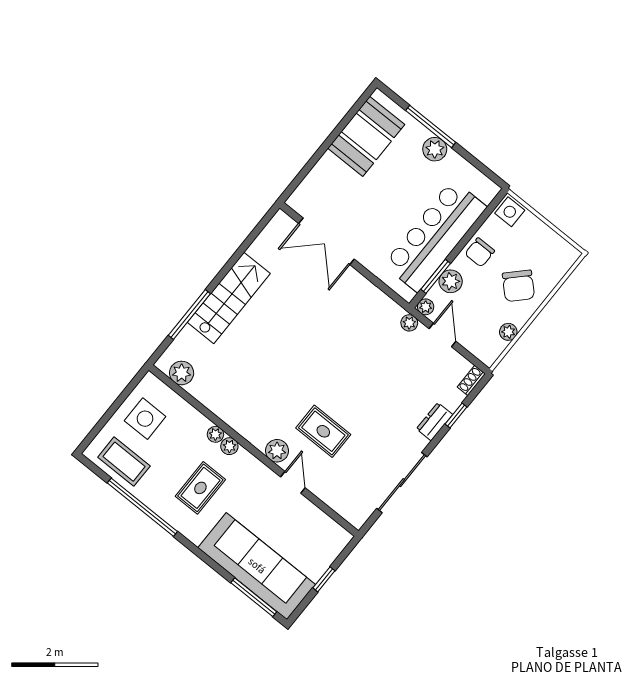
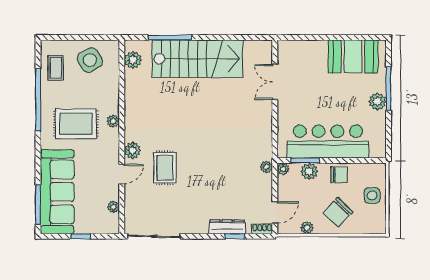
side table: (510, 212) -> (372, 195), moved
double door: (326, 241) -> (275, 82), width x0.73
chair: (480, 252) -> (339, 175), turned 180
stairs: (229, 298) -> (197, 59), width x1.36, depth x1.51
door: (443, 335) -> (275, 212), moved
side table: (145, 419) -> (90, 60), turned -31
dresser: (434, 422) -> (227, 227), width x1.44
plant: (215, 434) -> (113, 207), moved
coffee table: (124, 462) -> (56, 68), width x0.73, depth x0.77
sliding door: (402, 483) -> (154, 236), moved
rug: (200, 488) -> (76, 124), width x1.36, depth x1.43

